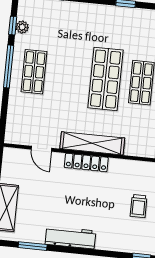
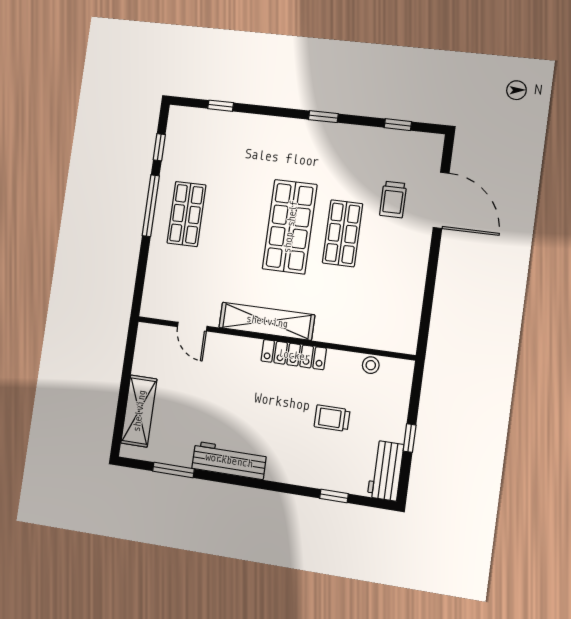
plant: (22, 27) -> (172, 149), removed
locker: (86, 162) -> (294, 355), moved
trolley: (139, 206) -> (332, 418), turned 90

